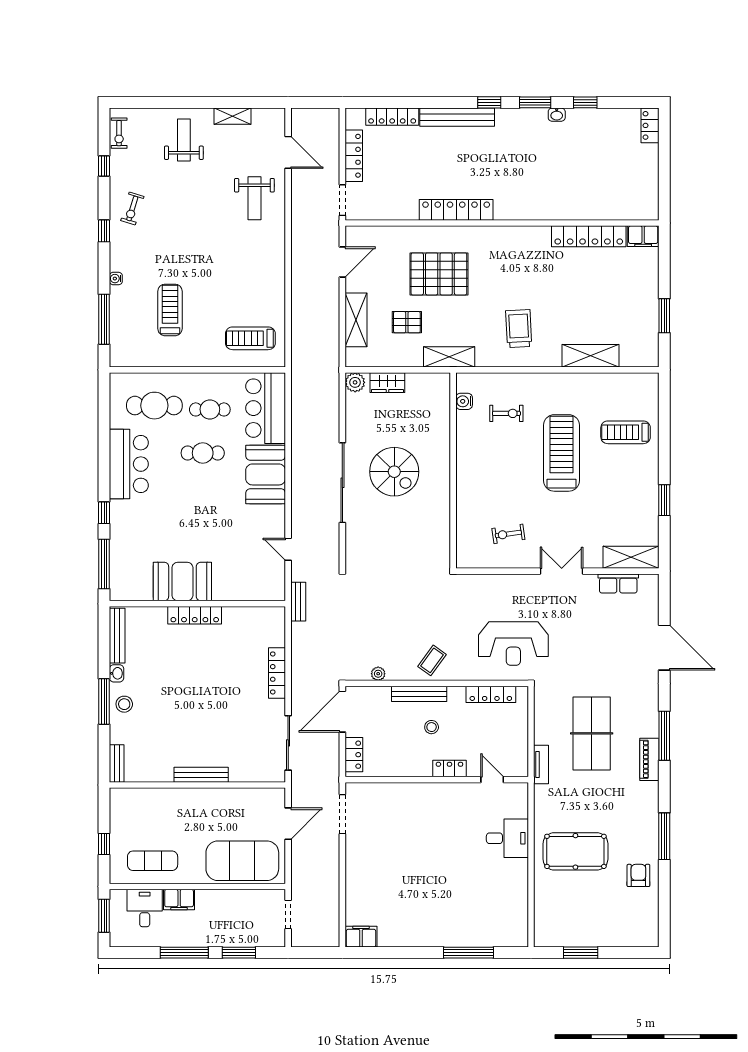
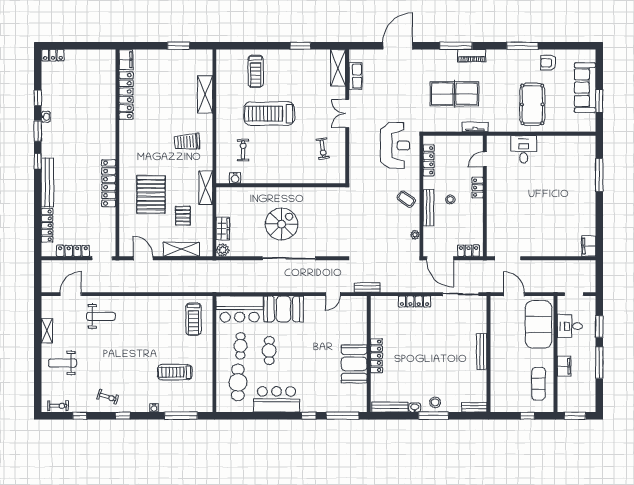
desk: (145, 908) -> (570, 326), moved
sofa: (601, 931) -> (585, 88), added

